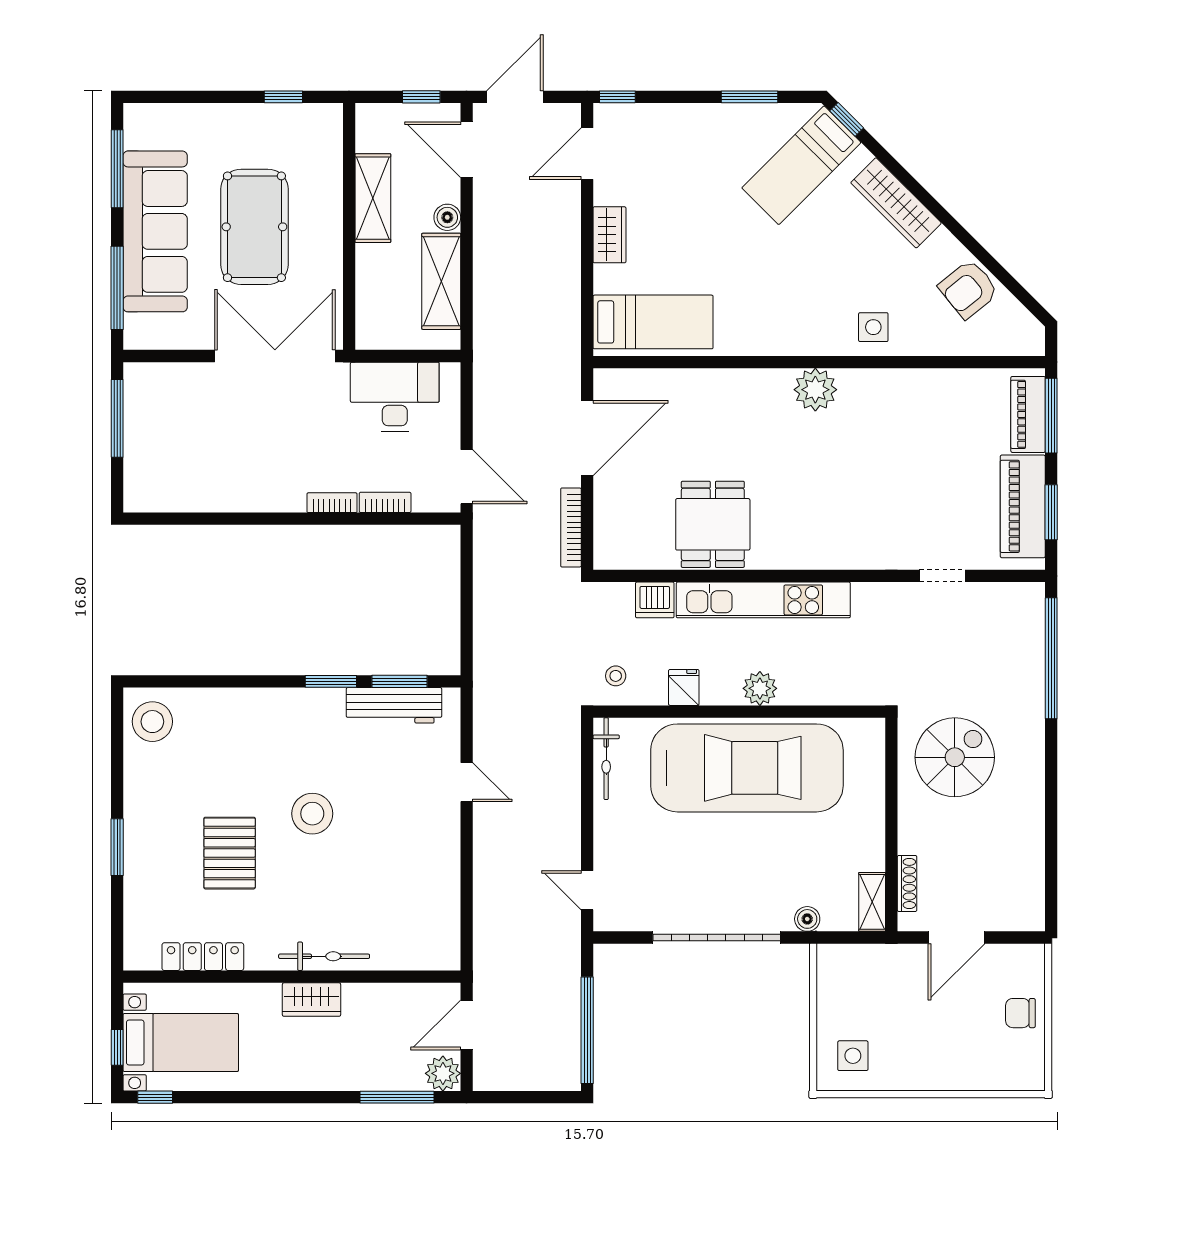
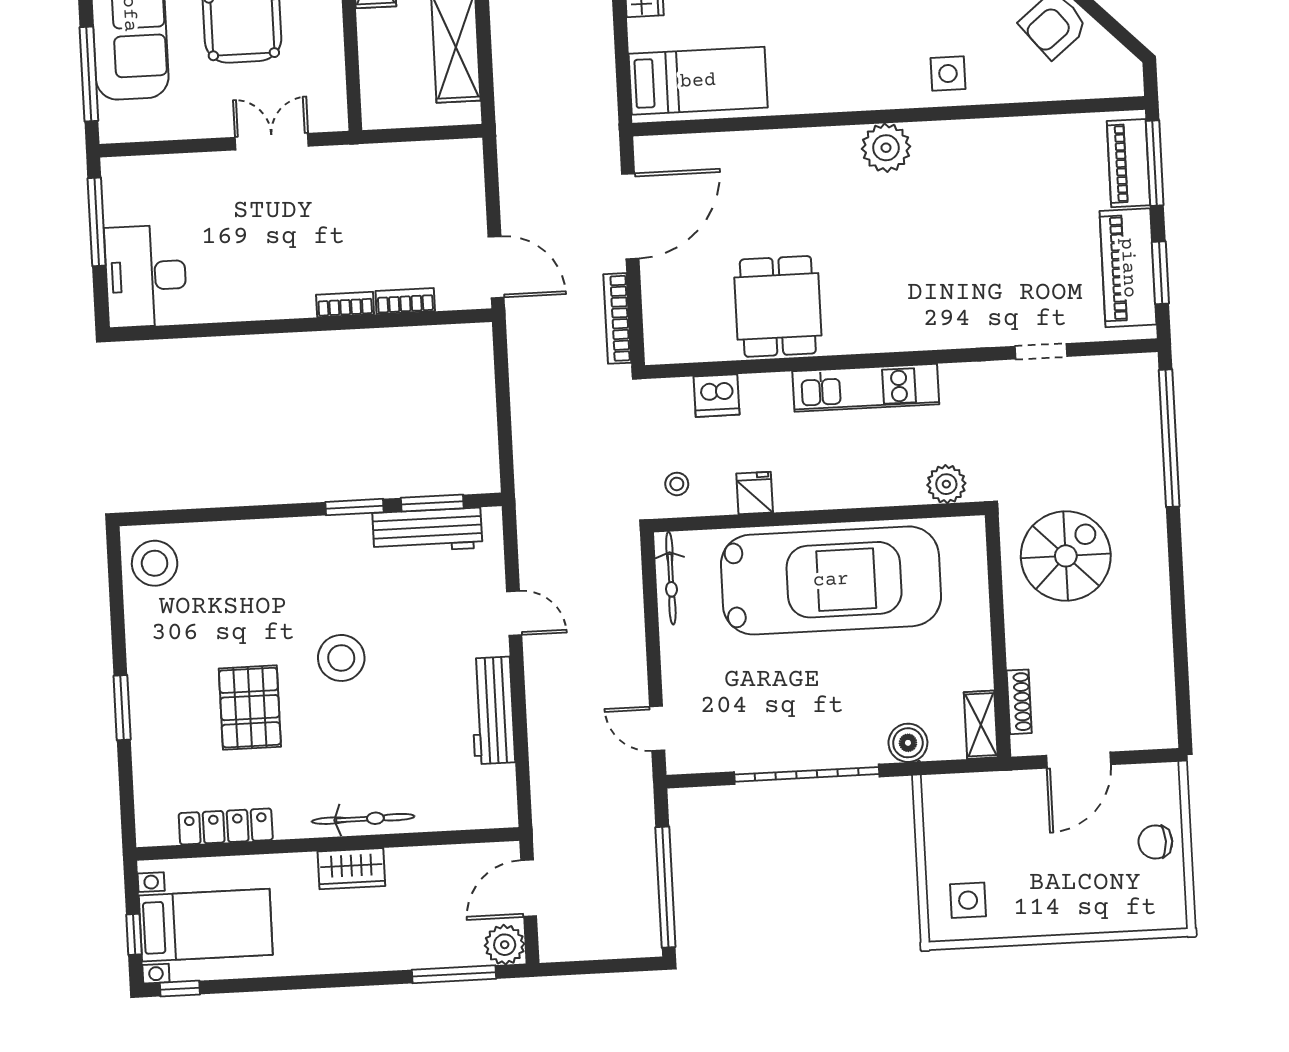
double door: (275, 356) -> (272, 142), width x0.54
desk: (395, 397) -> (146, 276), moved, turned -90
kitchen unit: (763, 600) -> (866, 388), width x0.73
plant: (760, 688) -> (946, 484), moved
workbench: (443, 867) -> (492, 711), added
boiler: (807, 919) -> (908, 743), width x1.36, depth x1.36

